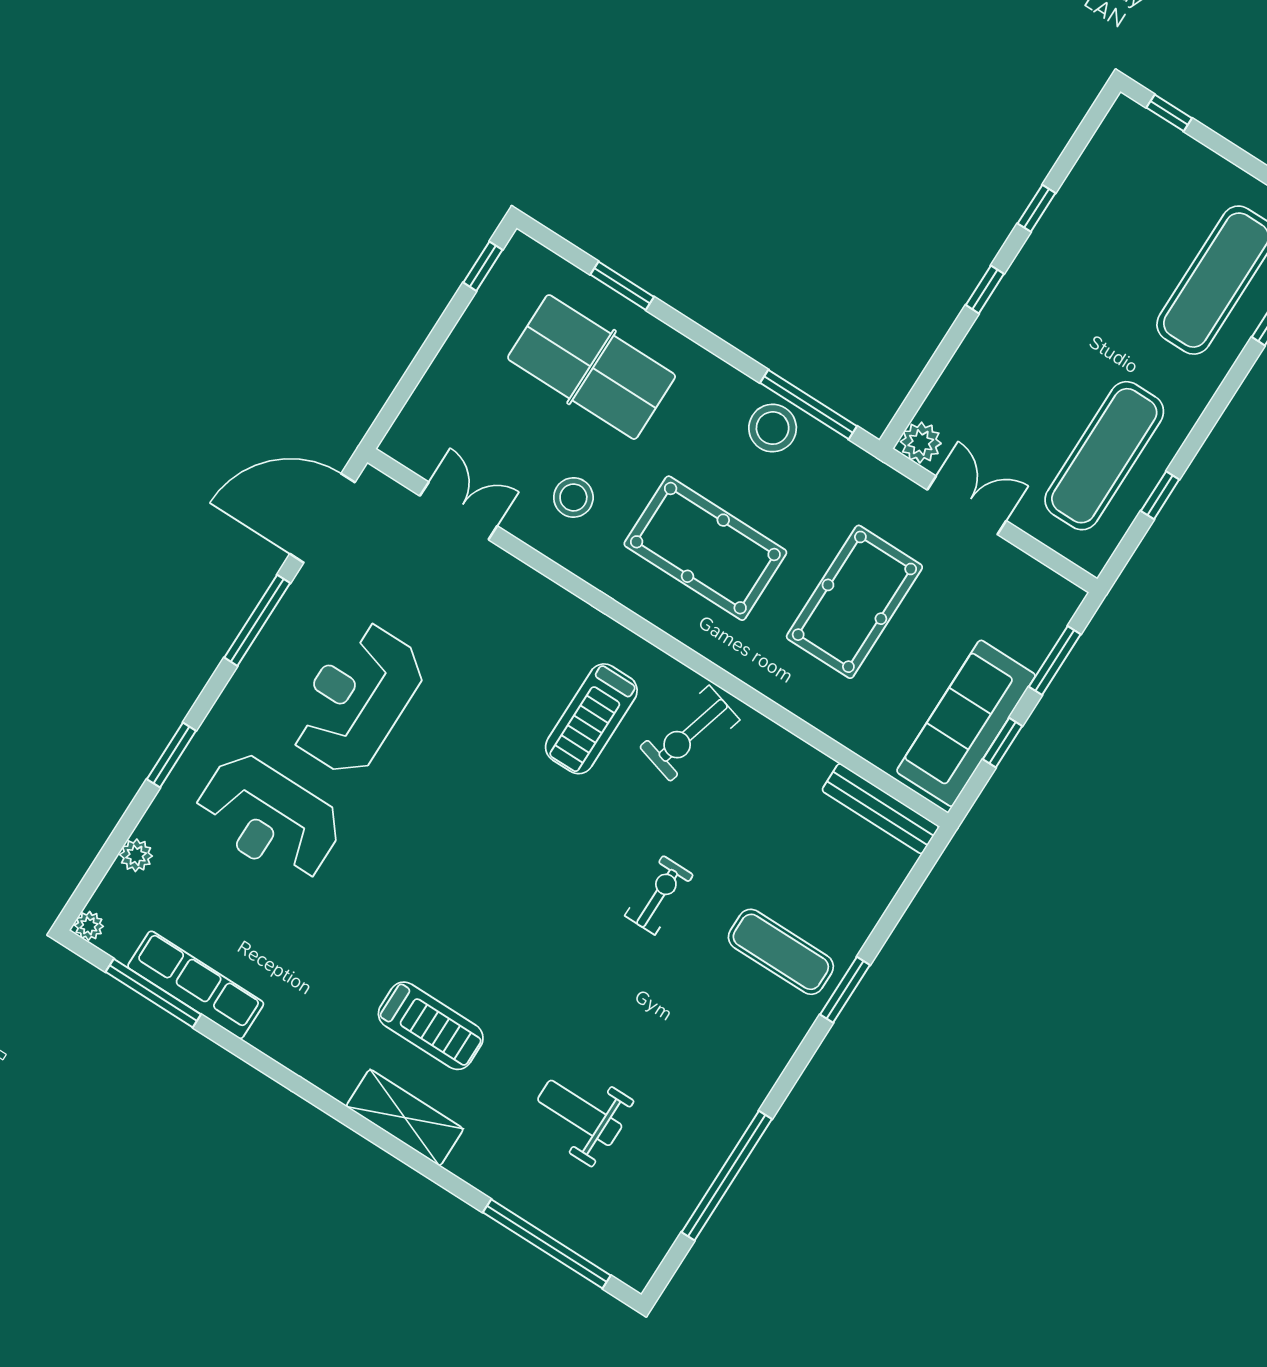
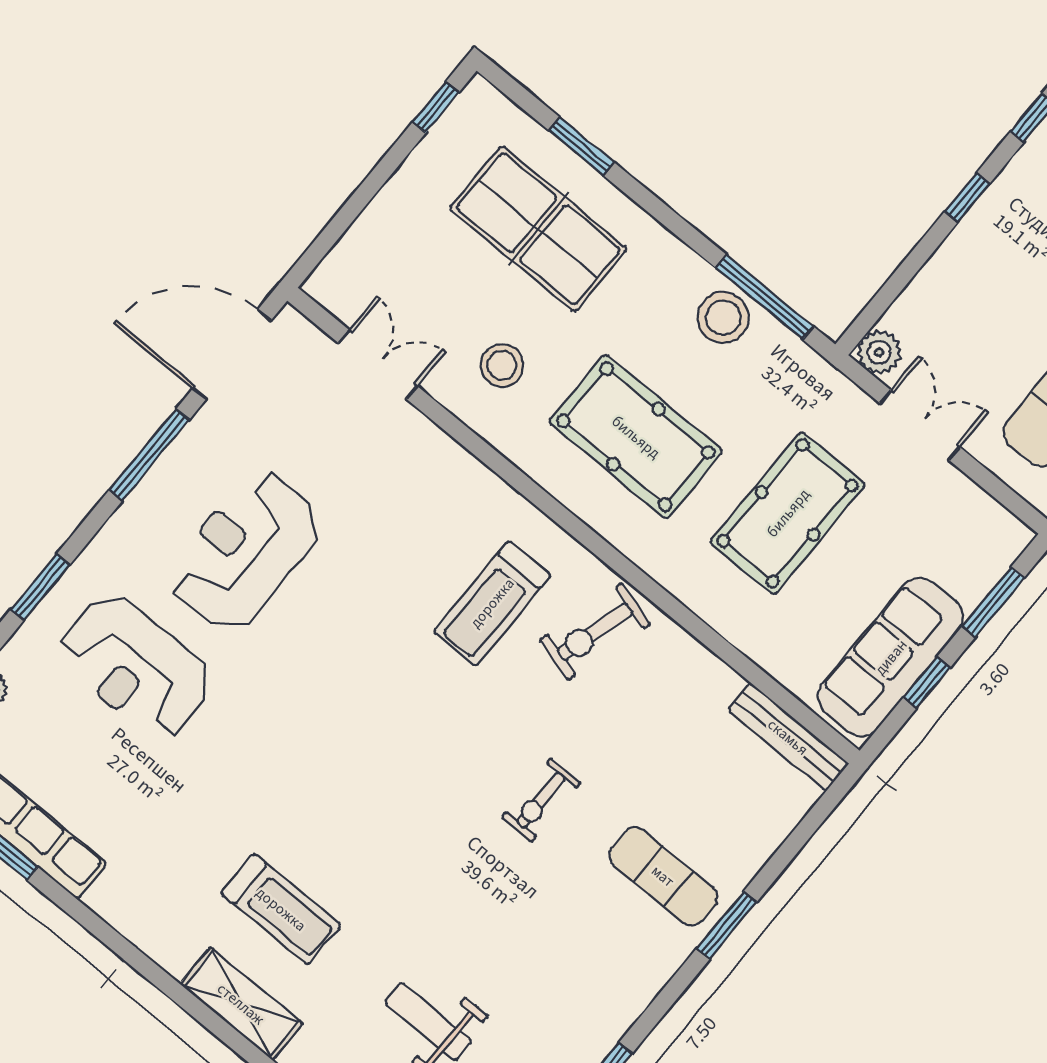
exercise bike: (659, 895) -> (541, 800), turned 180

